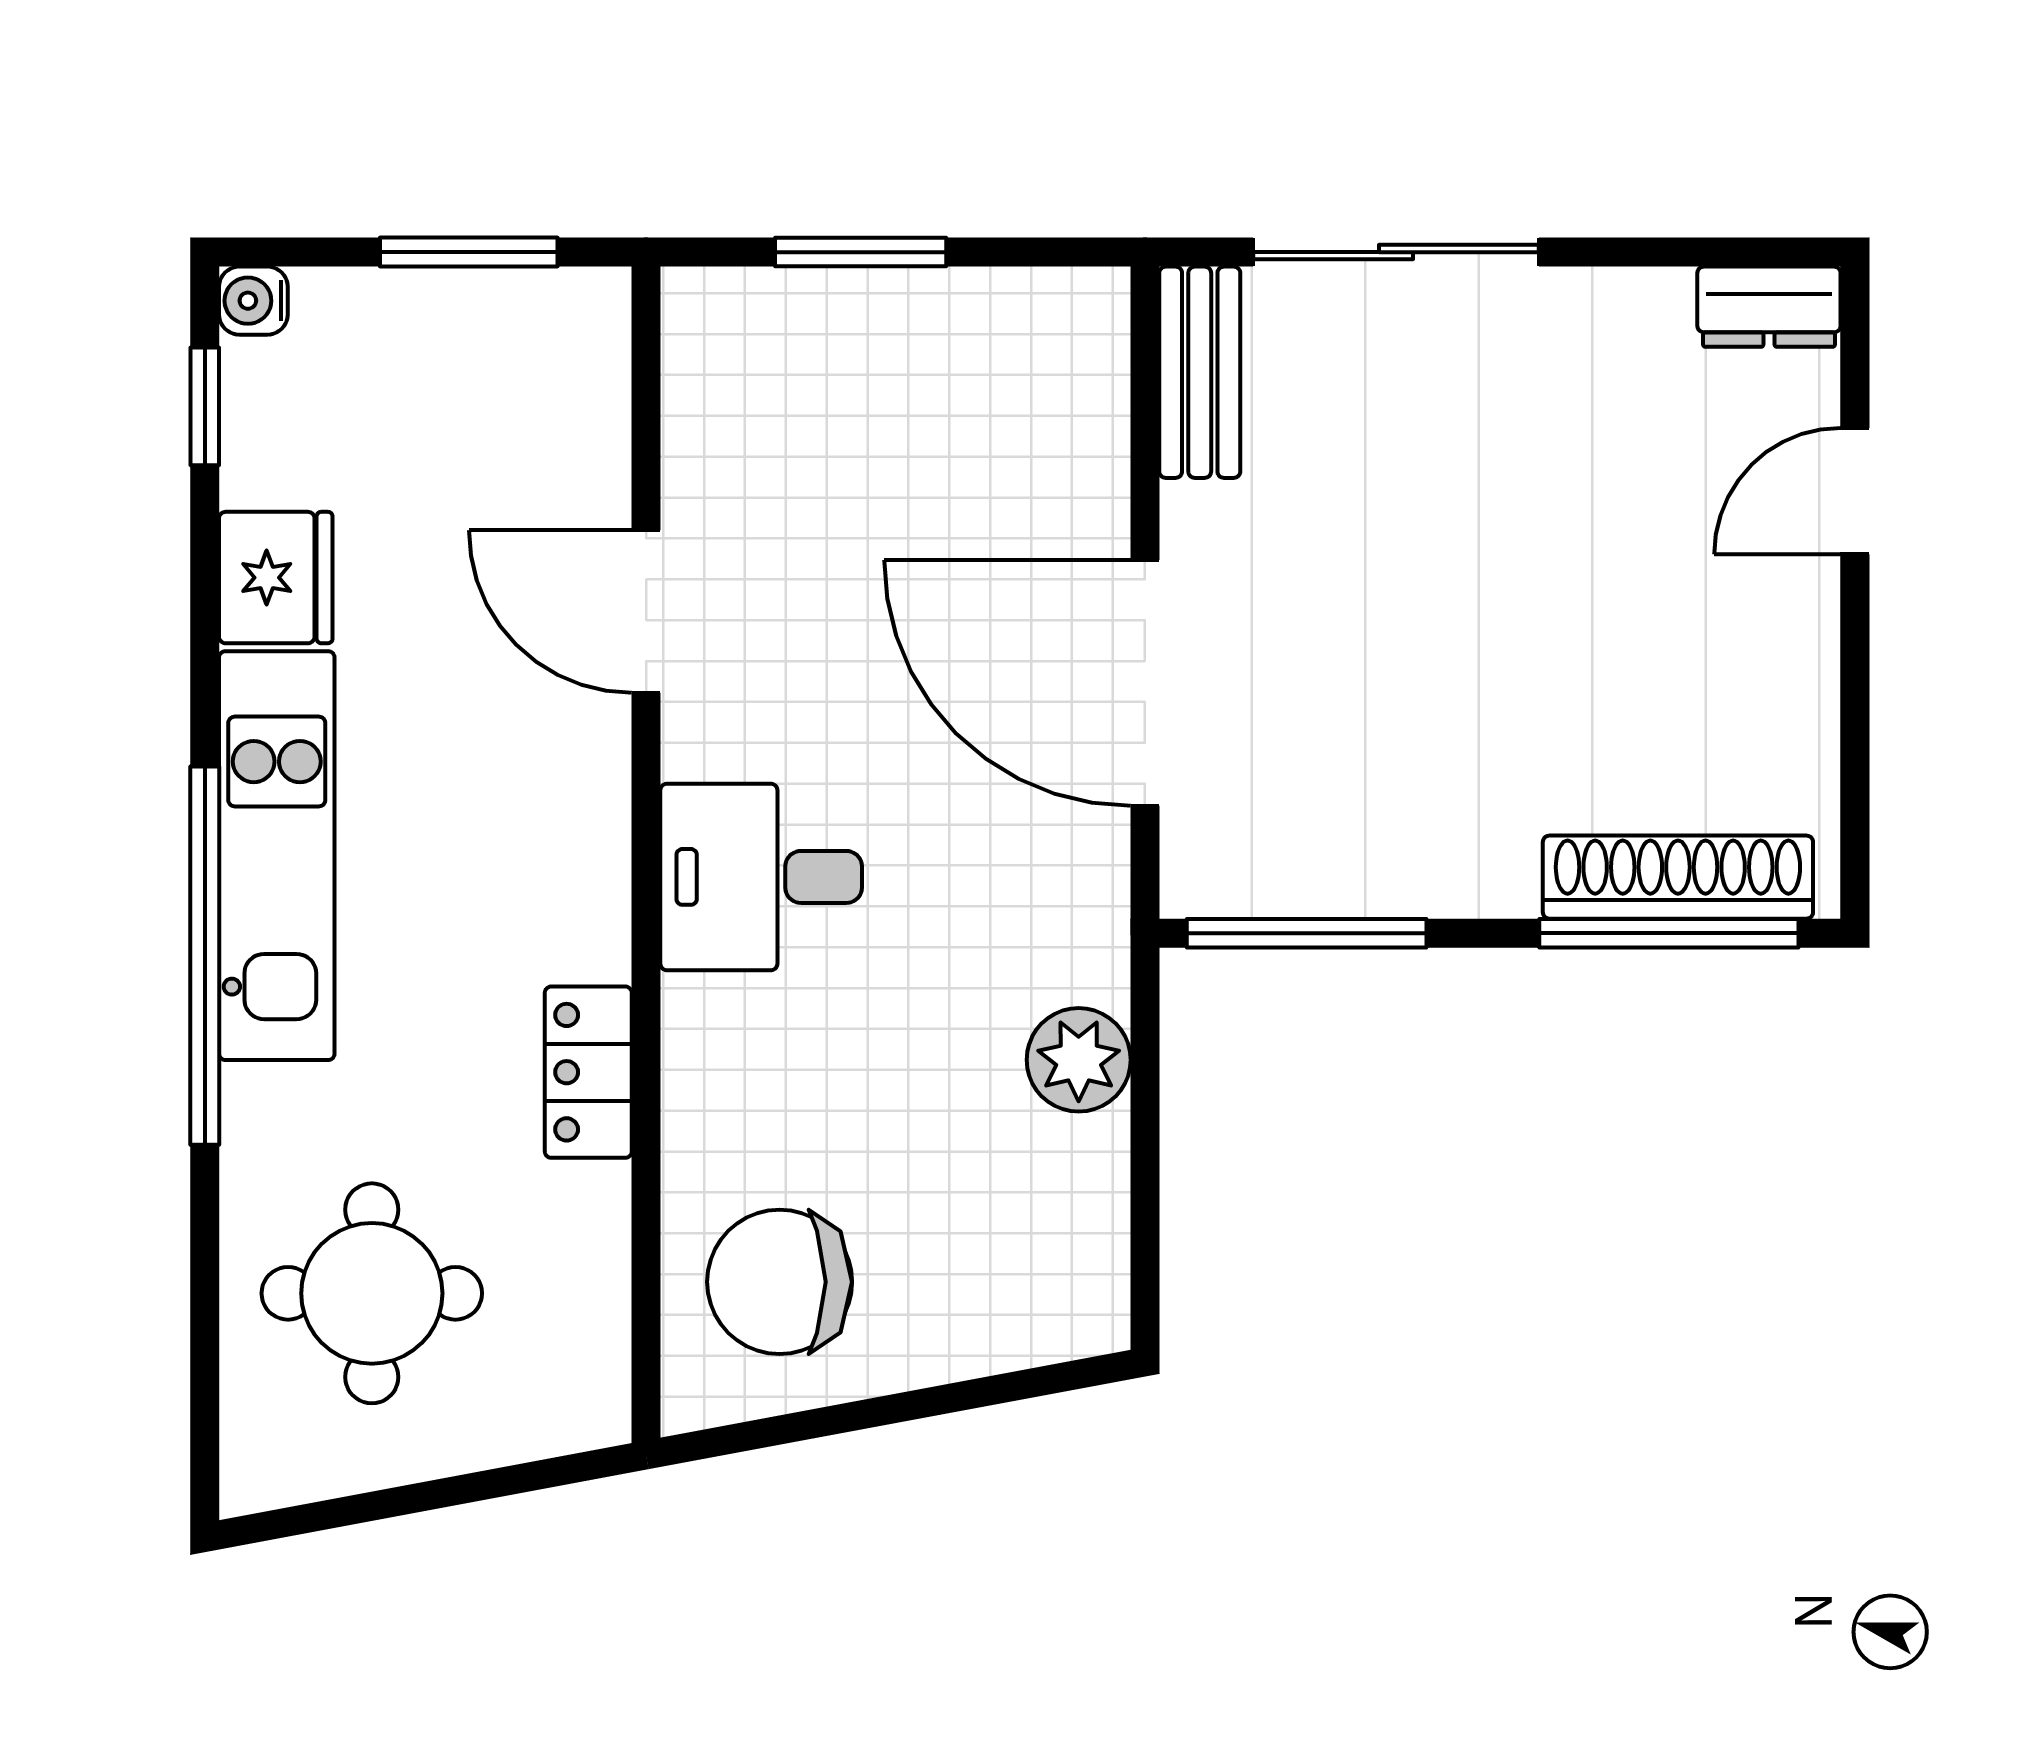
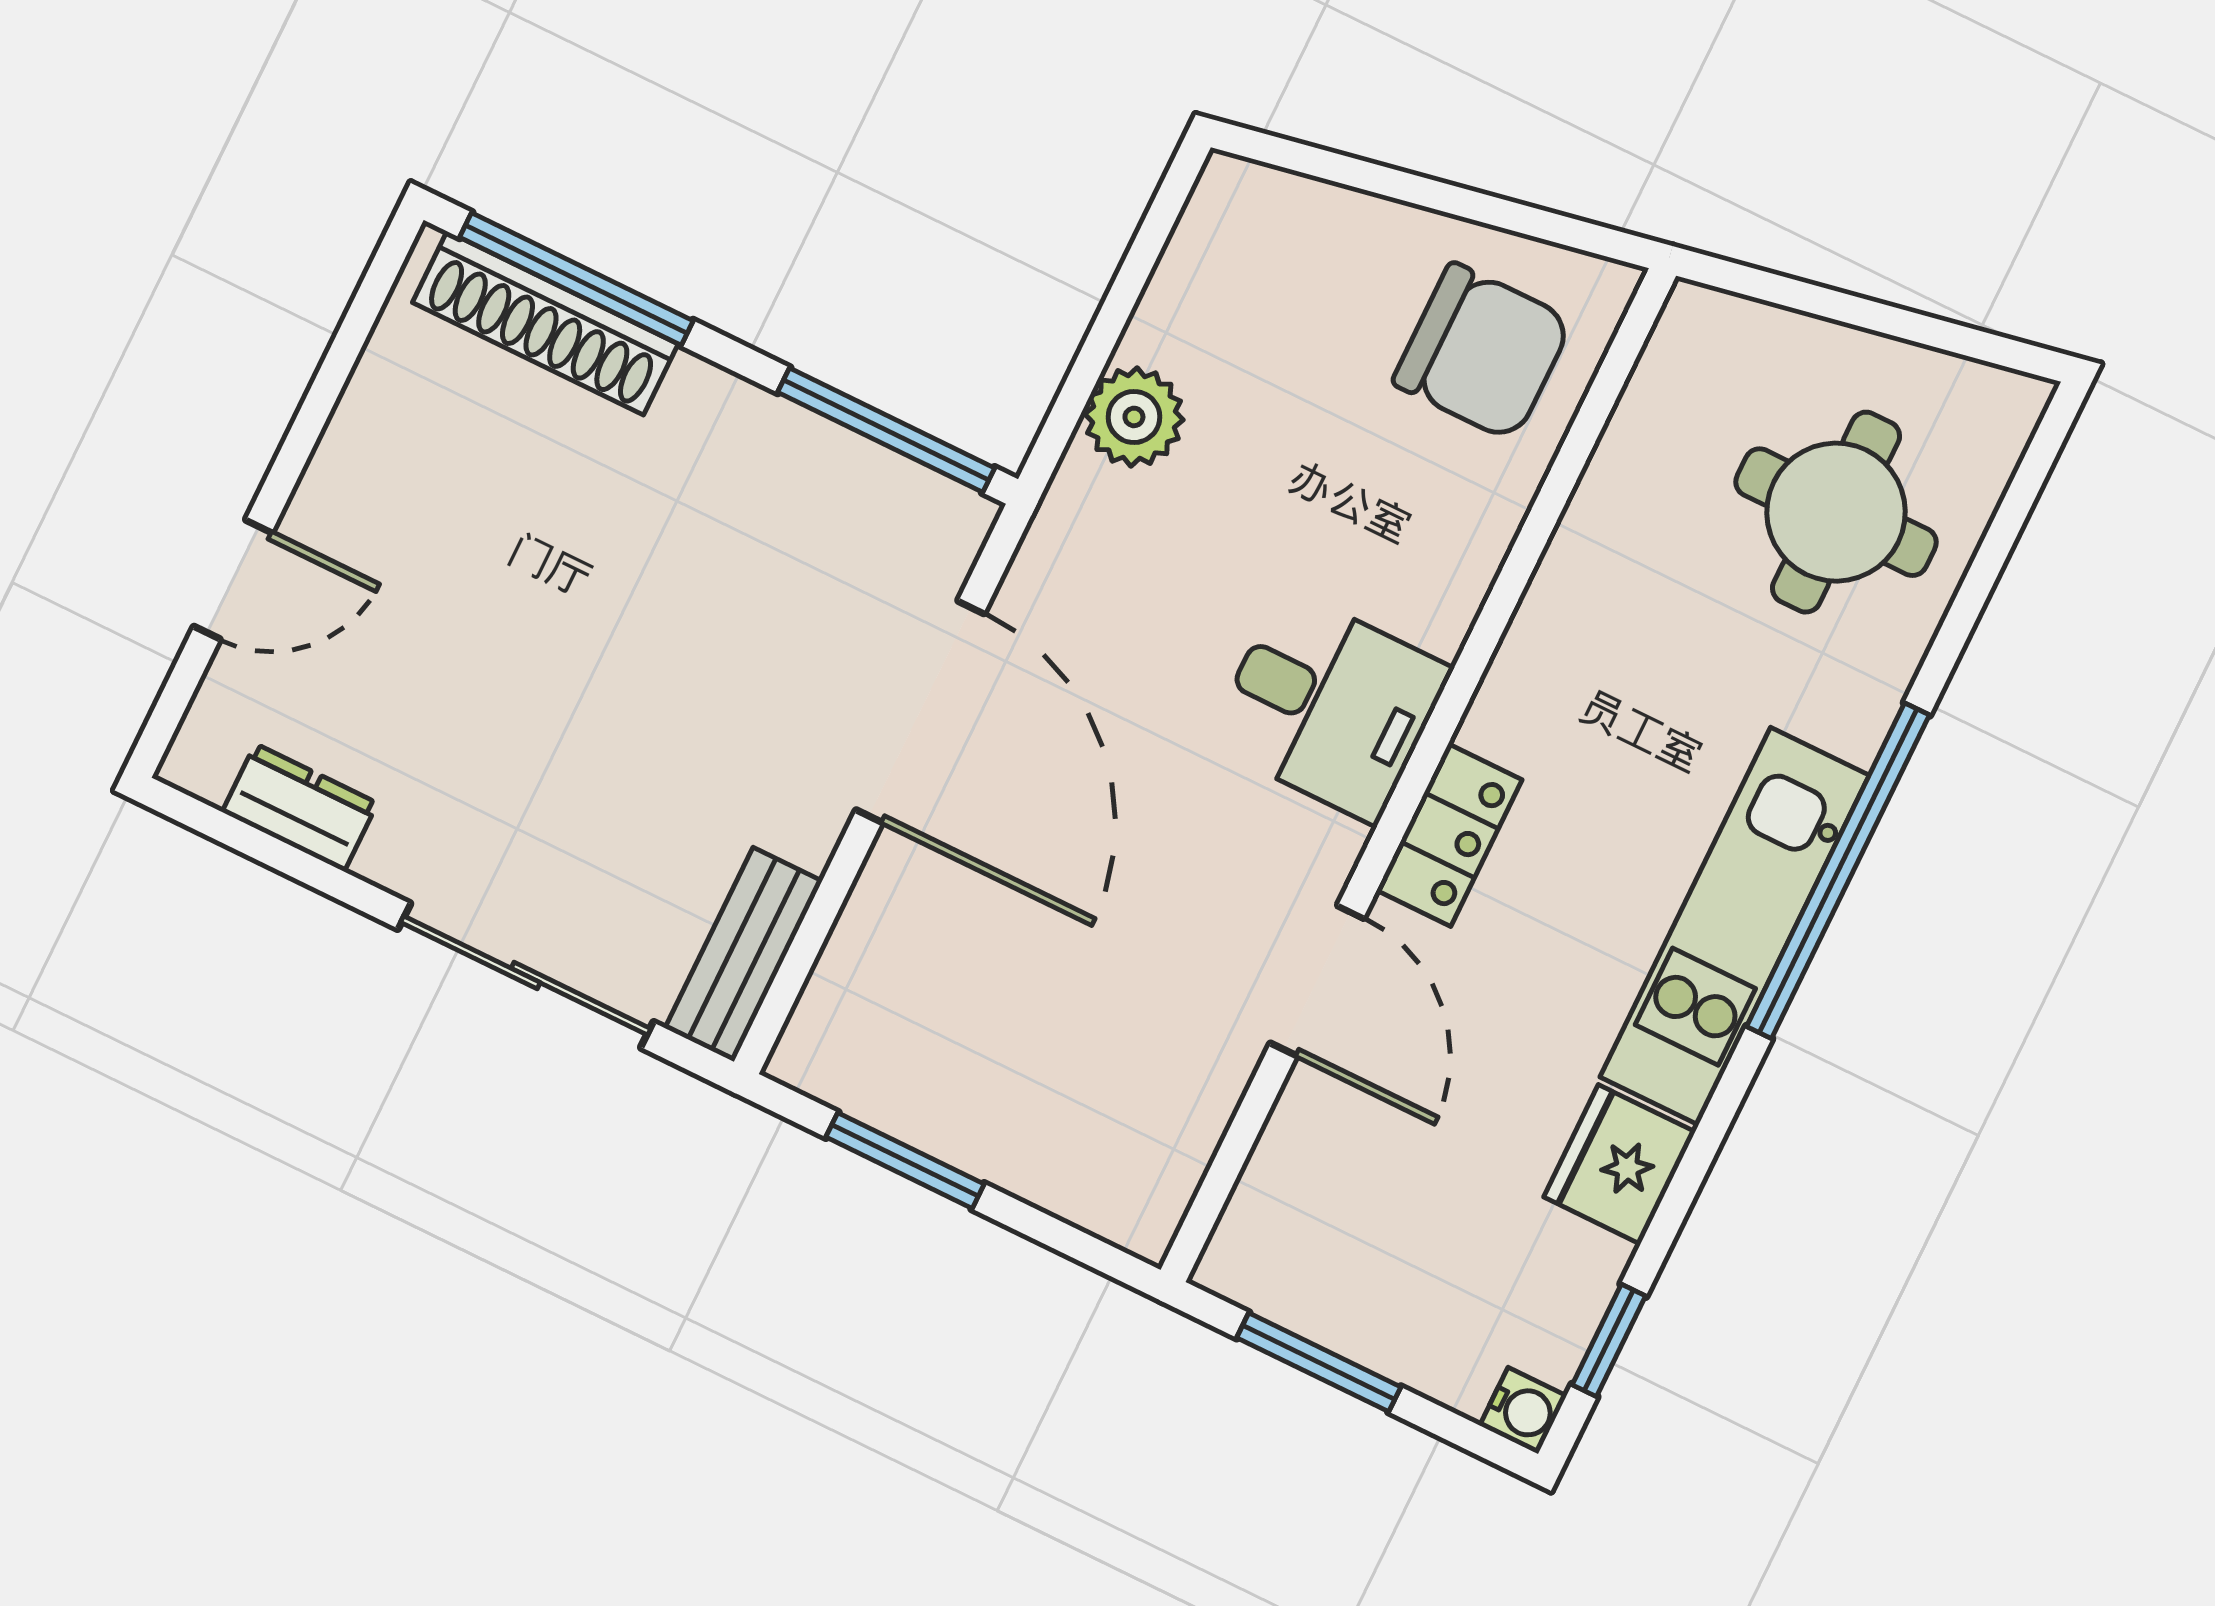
window: (861, 252) -> (905, 1161), moved
dresser: (1769, 307) -> (300, 807), moved
locker: (588, 1072) -> (1449, 835), moved

